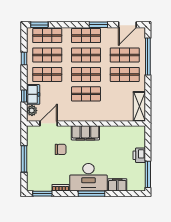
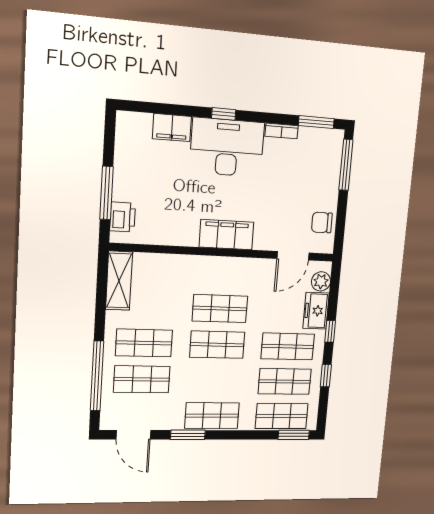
door: (127, 25) -> (133, 435), swing flipped
shop shelf: (86, 55) -> (215, 380), removed
window: (24, 96) -> (330, 331), moved
chair: (61, 149) -> (322, 223), moved
printer: (139, 155) -> (123, 217), moved
window: (24, 159) -> (346, 165), moved
window: (148, 174) -> (106, 193), moved
window: (91, 194) -> (224, 114), width x0.46

